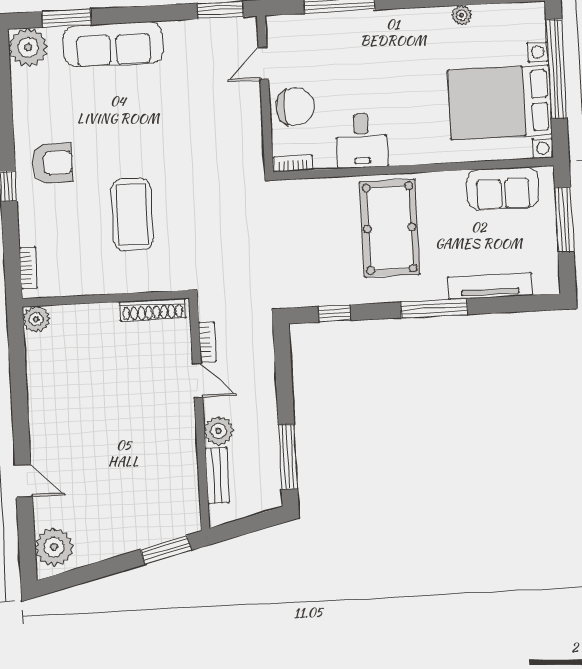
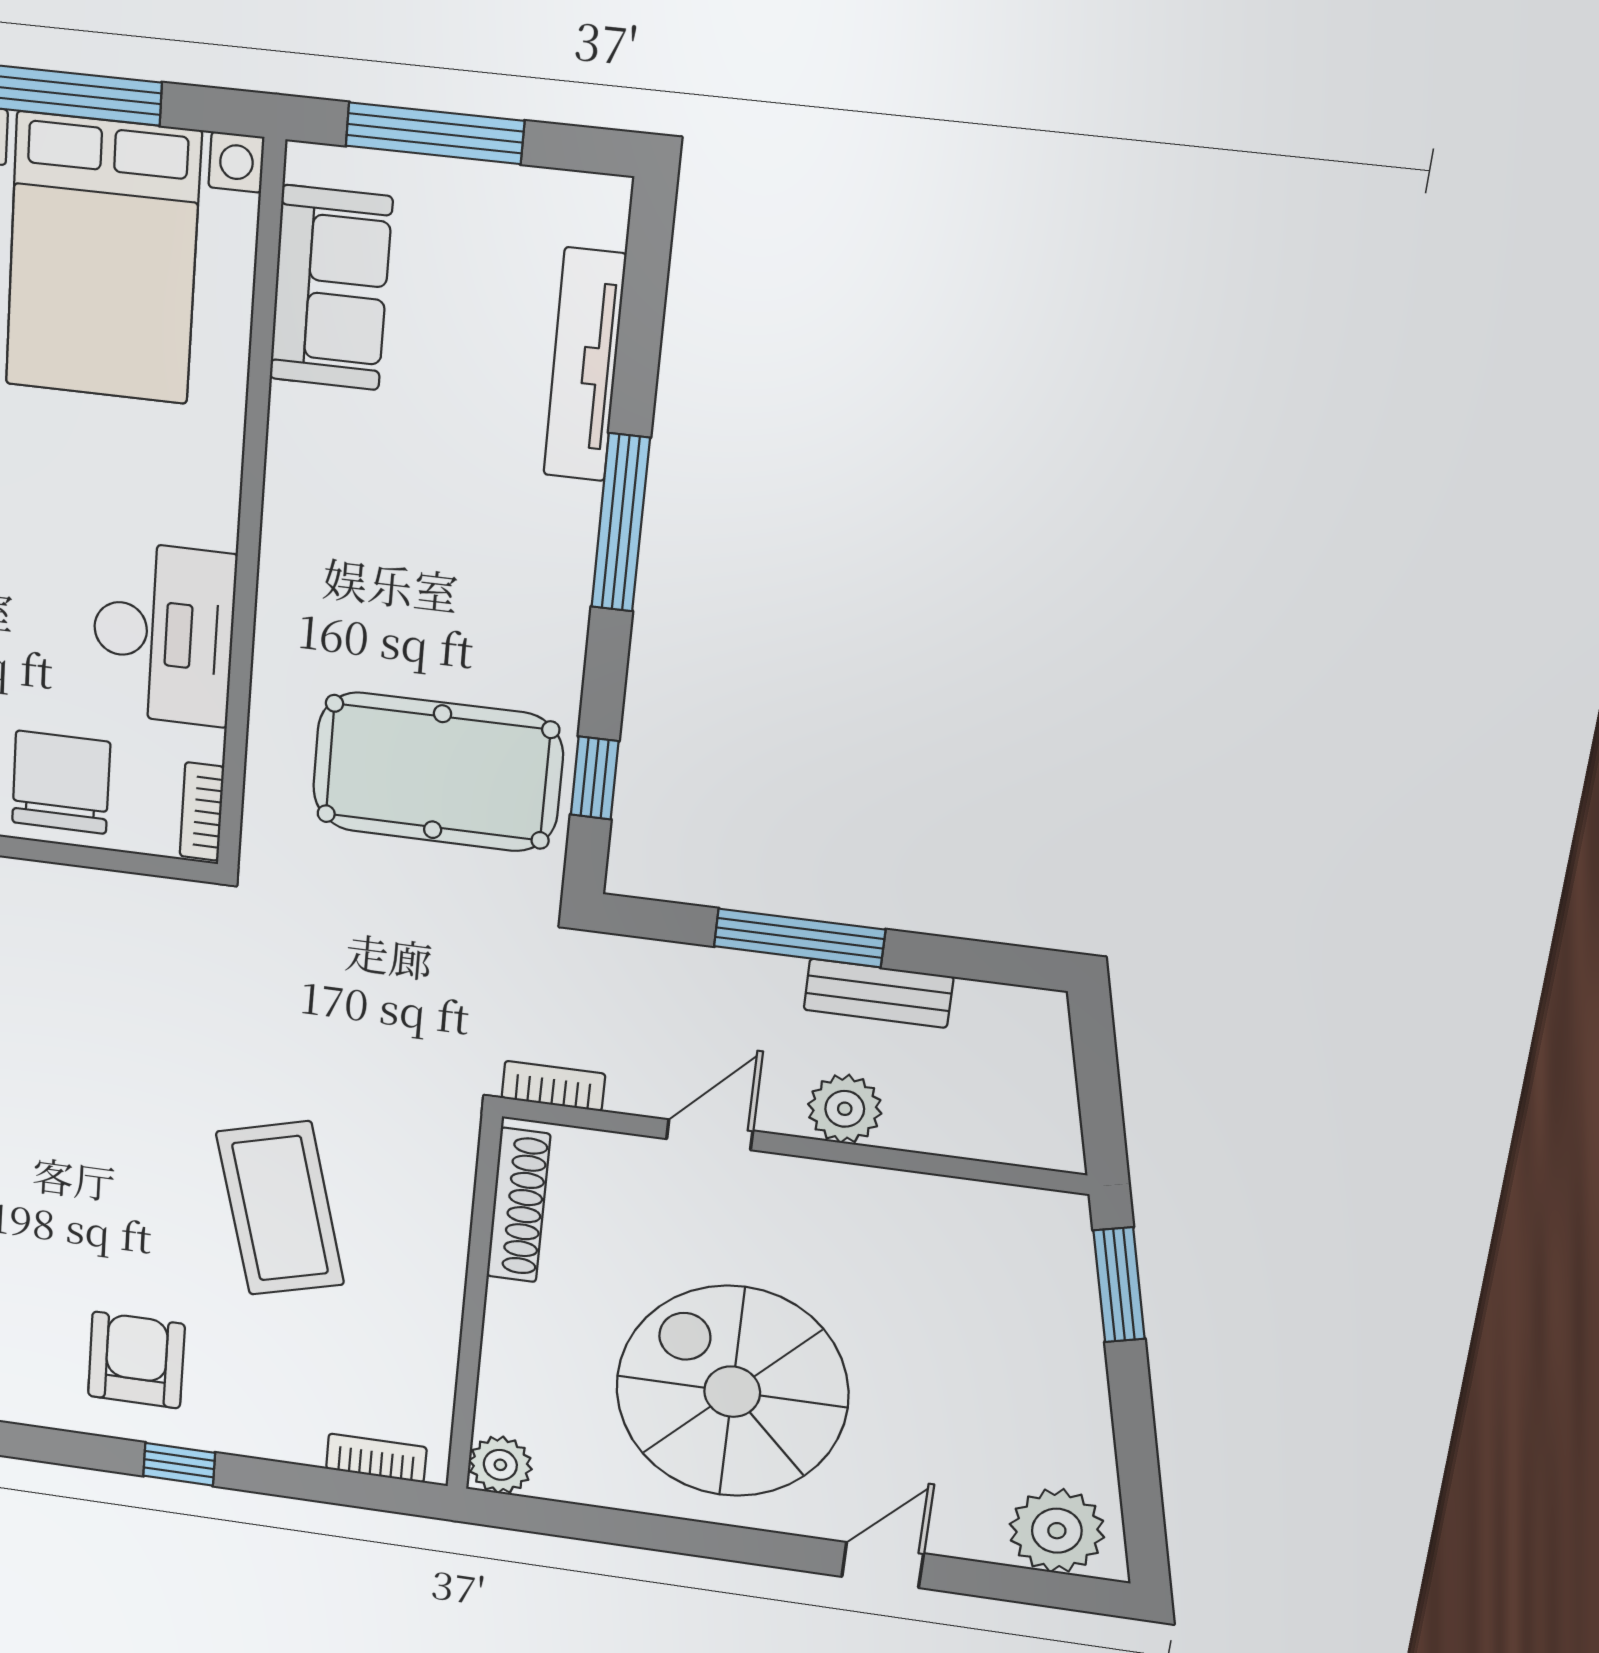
desk: (362, 141) -> (163, 634), width x1.37
coffee table: (132, 214) -> (280, 1208), turned 75
pool table: (390, 228) -> (438, 772), moved
bookcase: (207, 342) -> (553, 1086), moved
spiral stairs: (89, 408) -> (732, 1392), added
window: (288, 457) -> (800, 938), moved
bench: (217, 476) -> (878, 993), moved

